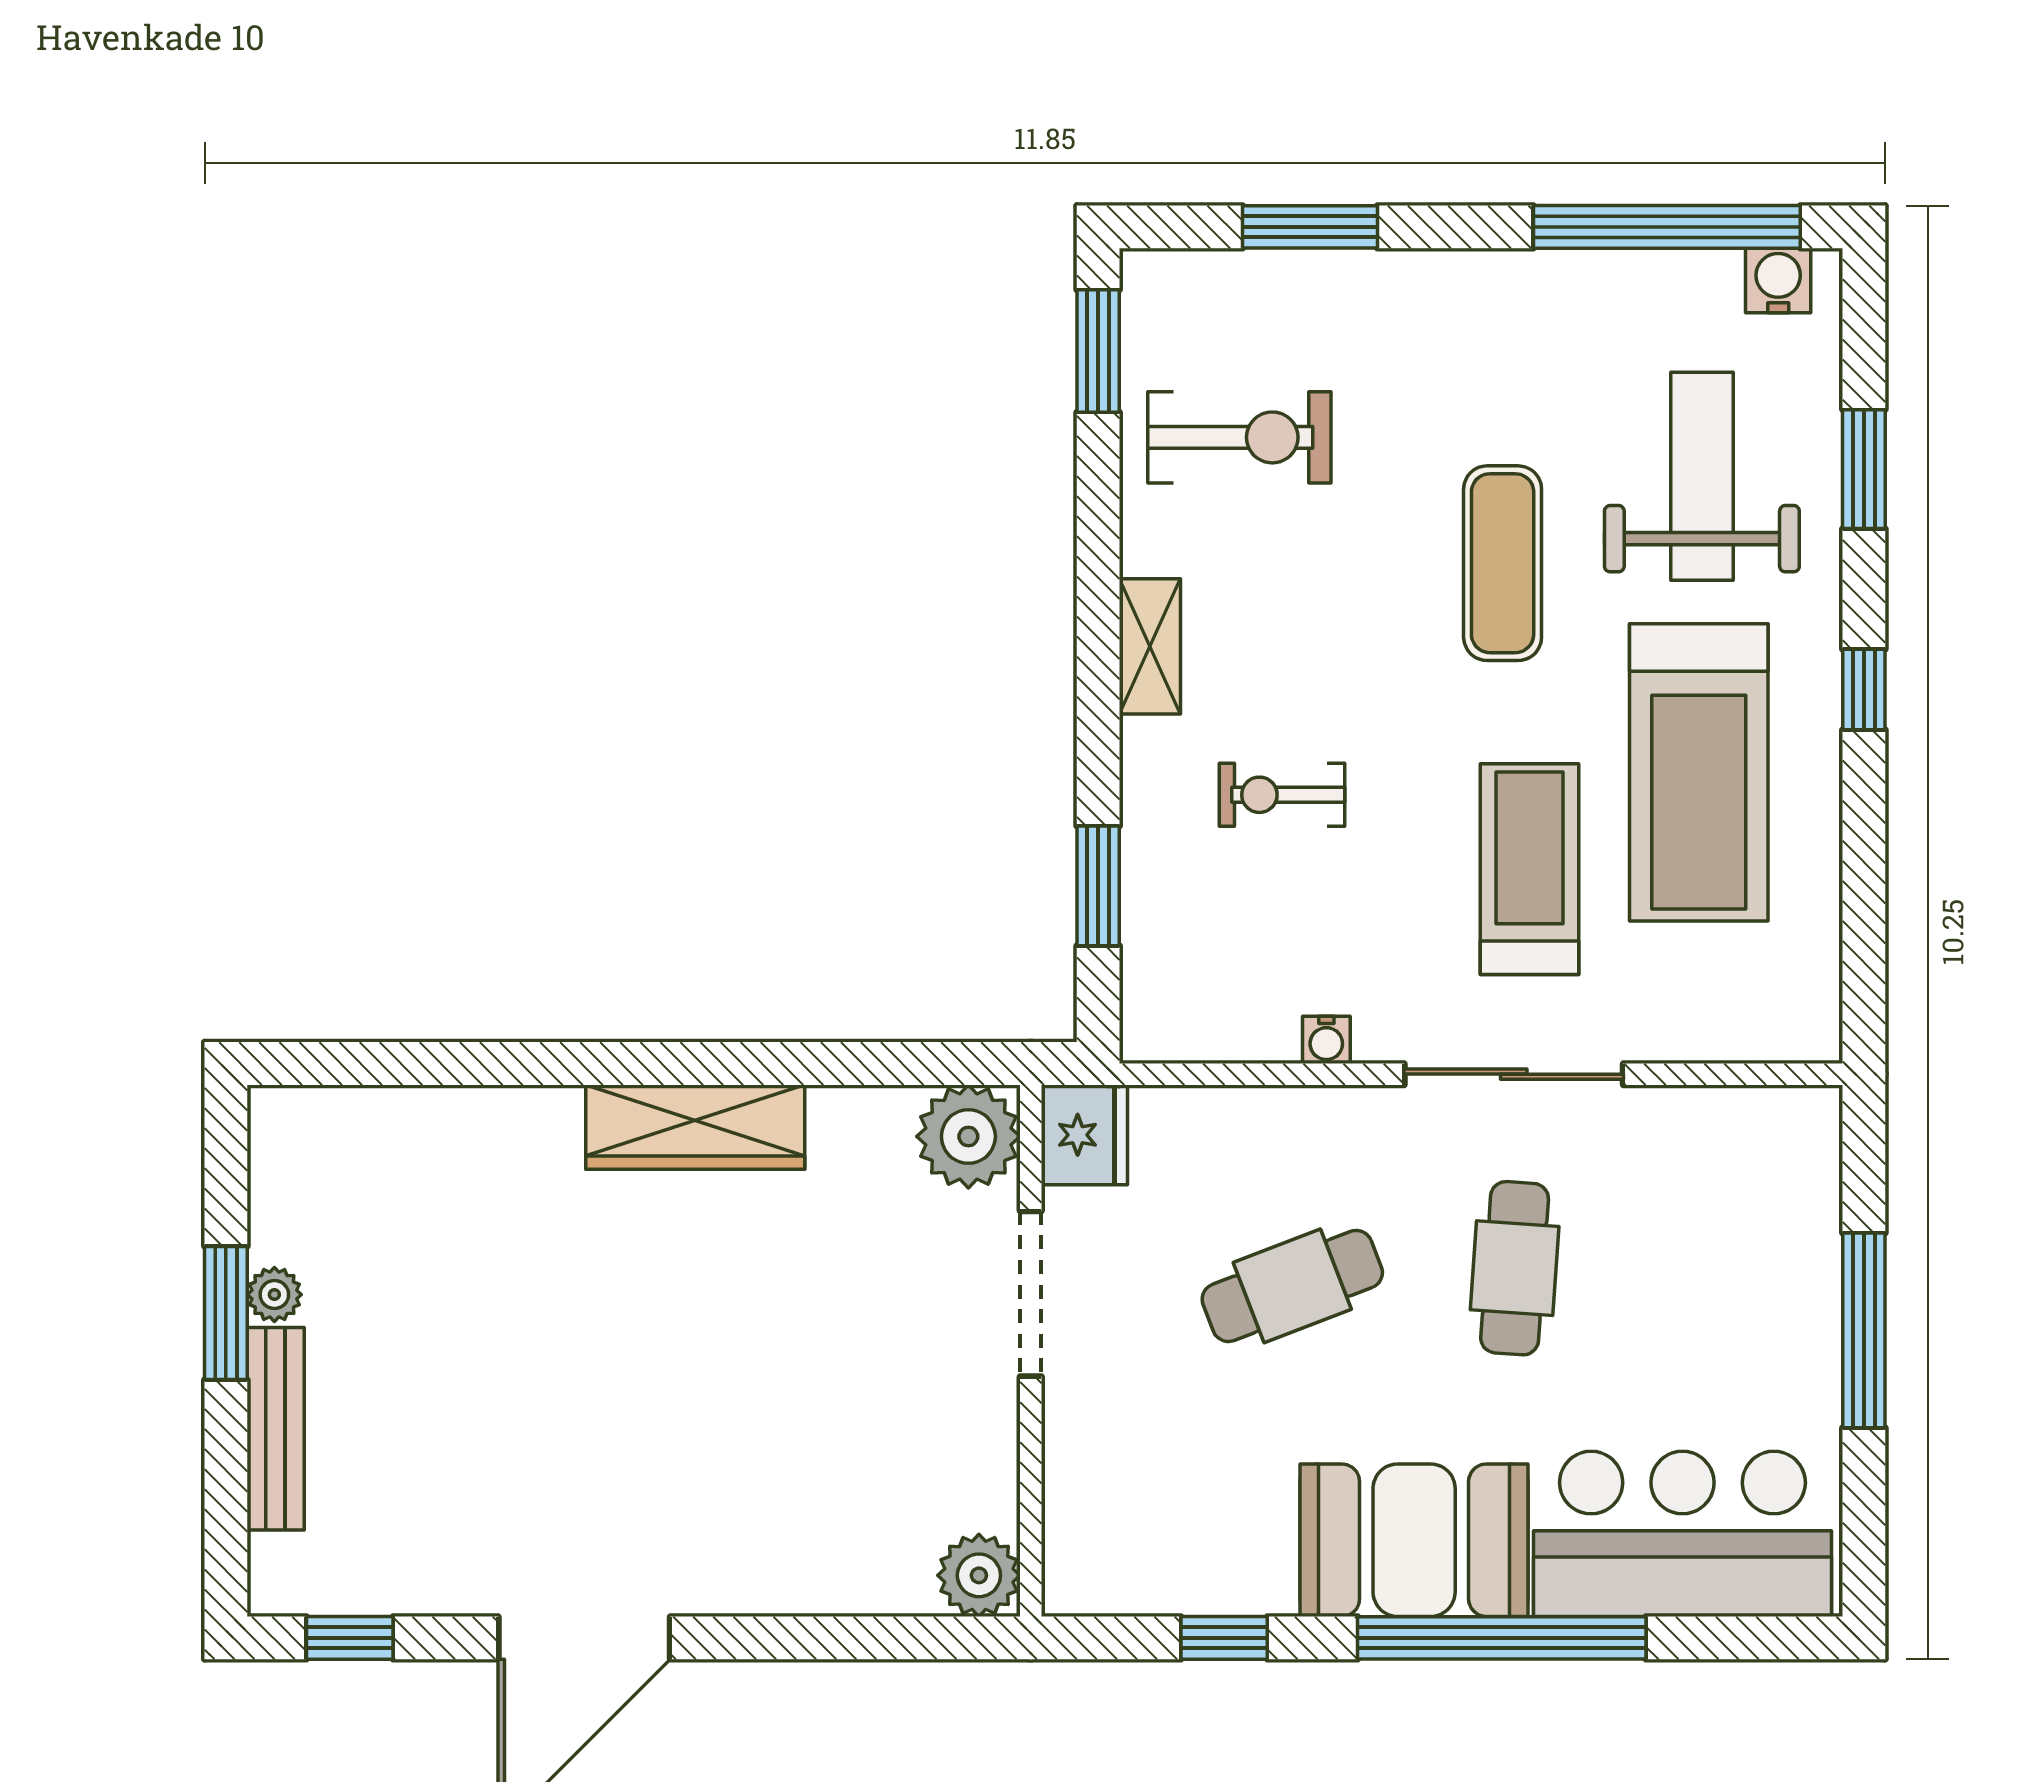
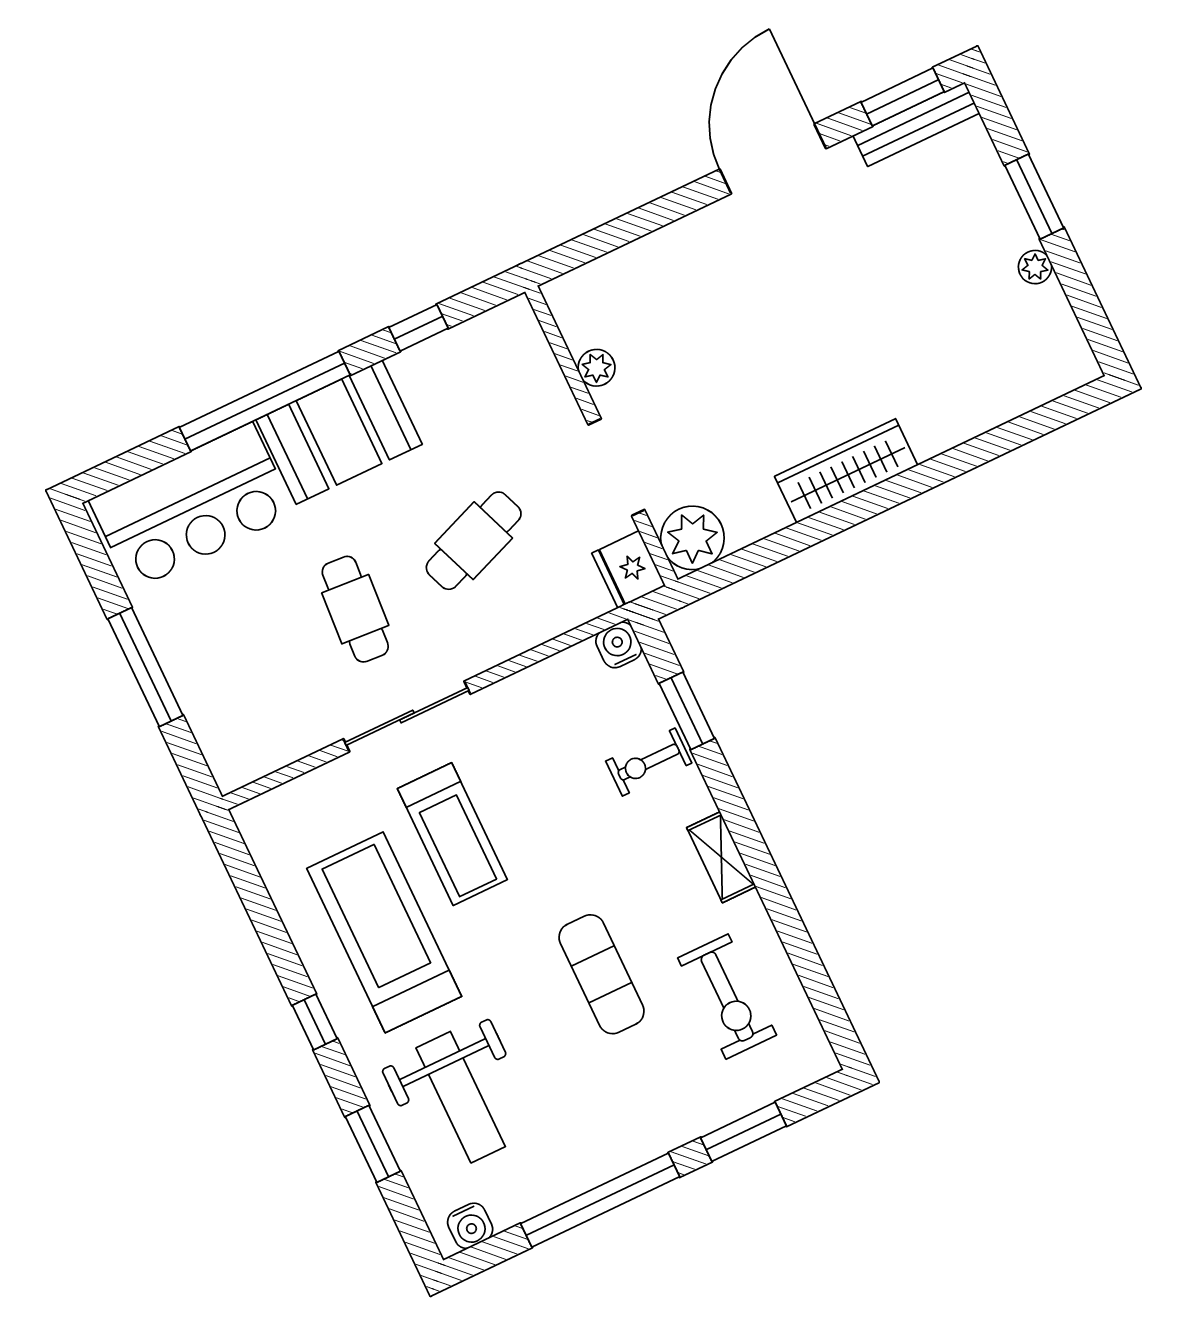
window: (1667, 227) -> (600, 1200), moved
window: (1098, 351) -> (828, 1007), removed
exercise bike: (1239, 437) -> (727, 997), turned -90
exercise mat: (1503, 563) -> (602, 974), moved
exercise bike: (1282, 795) -> (649, 762), moved, turned 180
water cooler: (1326, 1040) -> (619, 645), moved, width x1.38, depth x1.38
window: (226, 1313) -> (1034, 197), moved
bench: (276, 1429) -> (916, 124), moved, turned 90
plant: (979, 1575) -> (597, 368), moved, width x0.73, depth x0.73
window: (350, 1638) -> (903, 97), width x1.50

